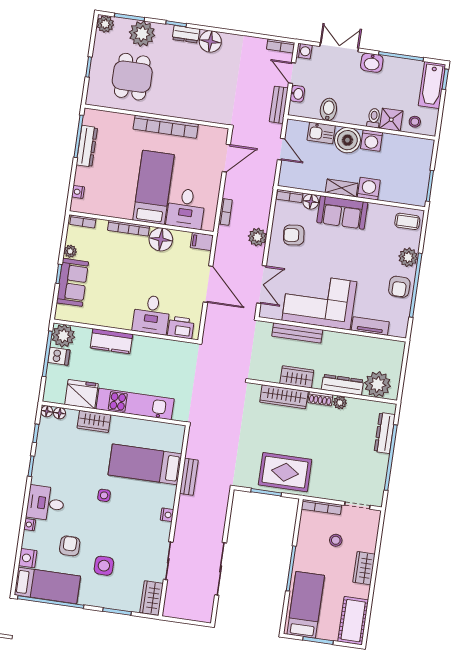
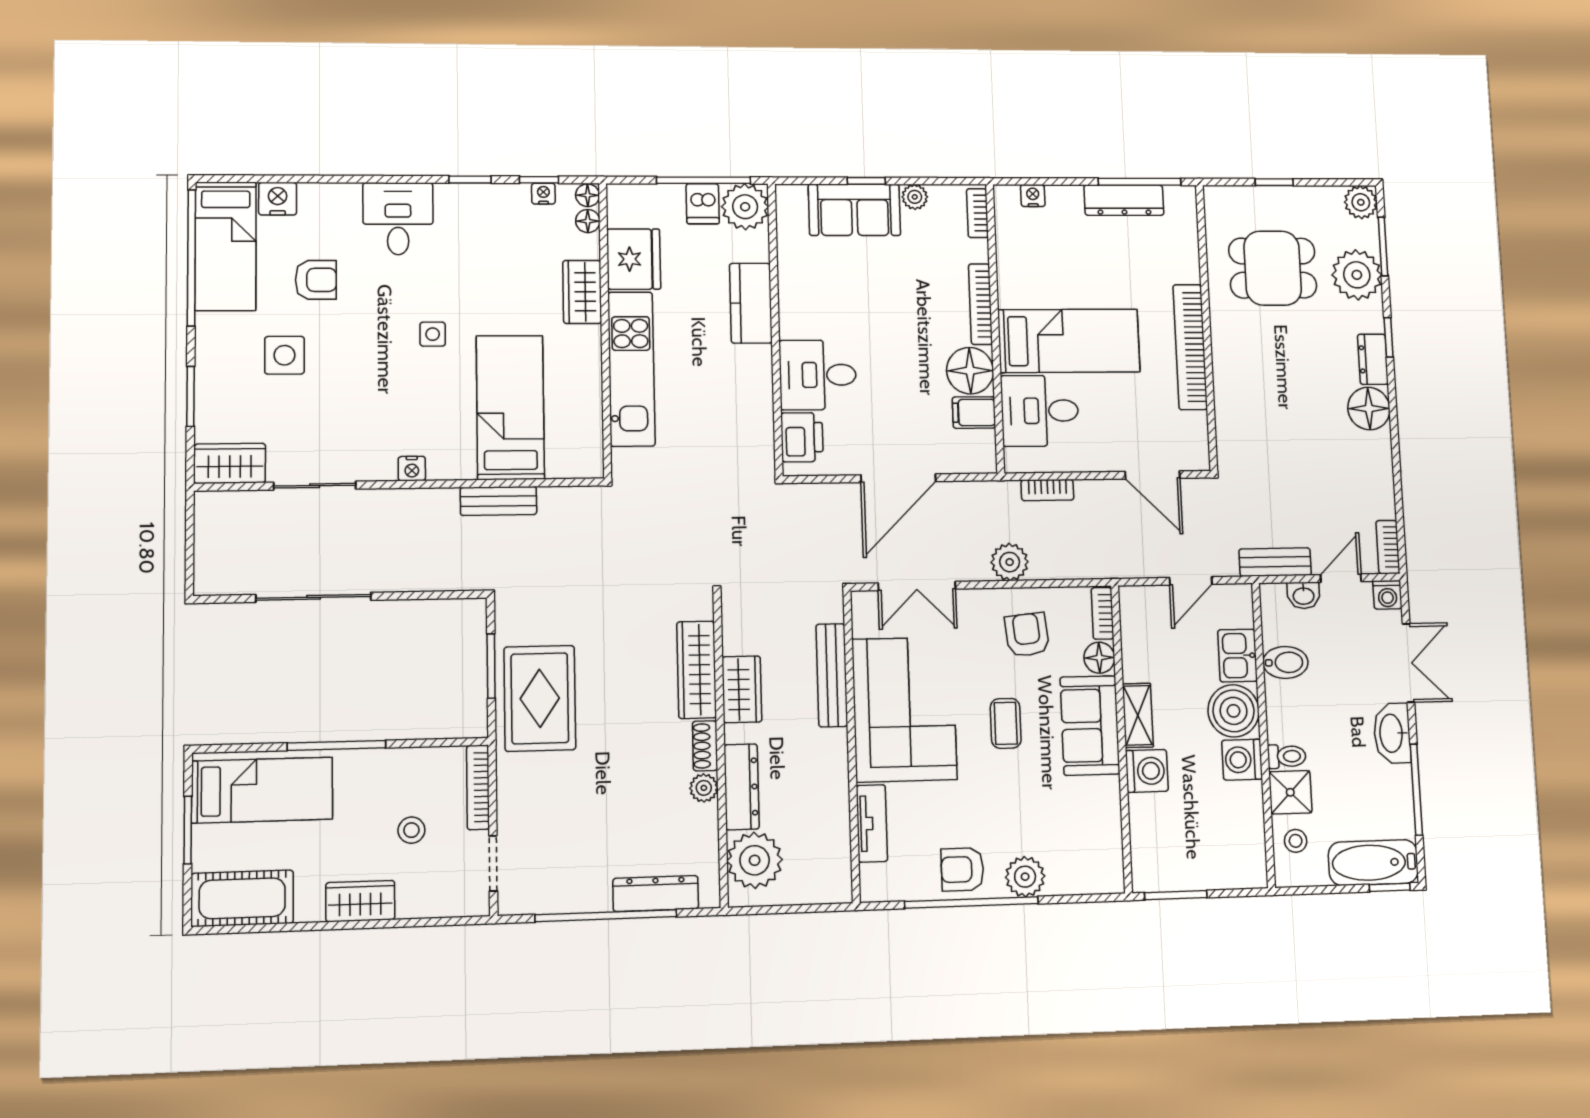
washbasin: (372, 63) -> (1392, 733), width x1.38
coffee table: (407, 221) -> (1006, 723), moved
filing cabinet: (202, 241) -> (974, 412), moved, turned -90
nightstand: (30, 525) -> (543, 194), moved

